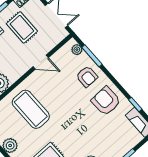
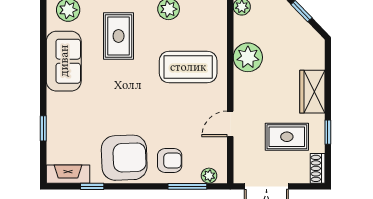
armchair: (87, 77) -> (170, 160), turned 180
armchair: (106, 101) -> (124, 158), width x1.36, depth x1.36

